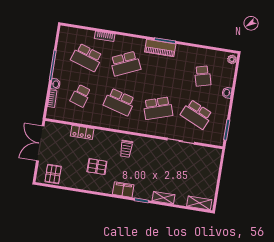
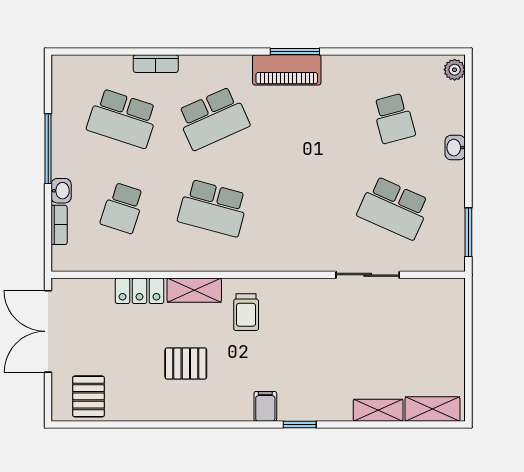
school desk: (158, 108) -> (303, 208), removed
shelving: (106, 136) -> (194, 290), added
filing cabinet: (123, 190) -> (265, 406), width x0.50
shelving: (164, 198) -> (378, 410), moved

